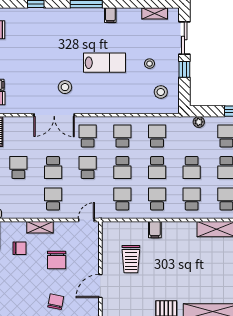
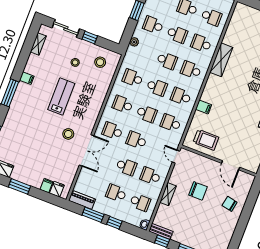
school desk: (18, 199) -> (140, 202), added
chair: (19, 248) -> (178, 216), removed
trolley: (131, 259) -> (206, 140), moved

